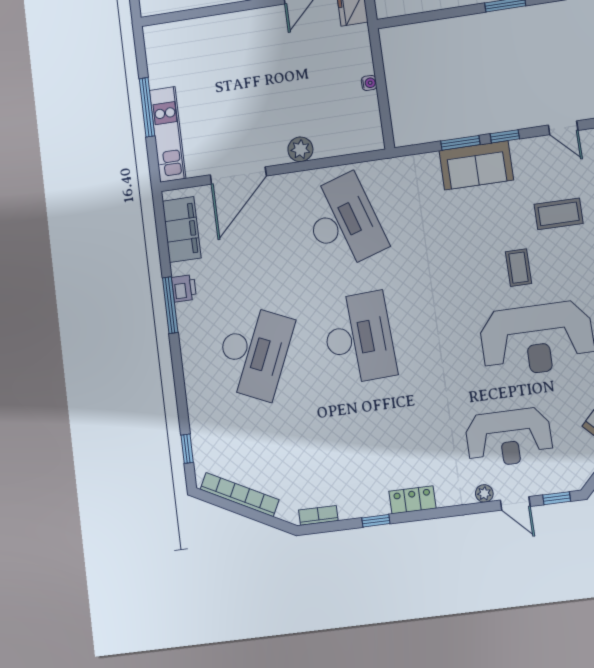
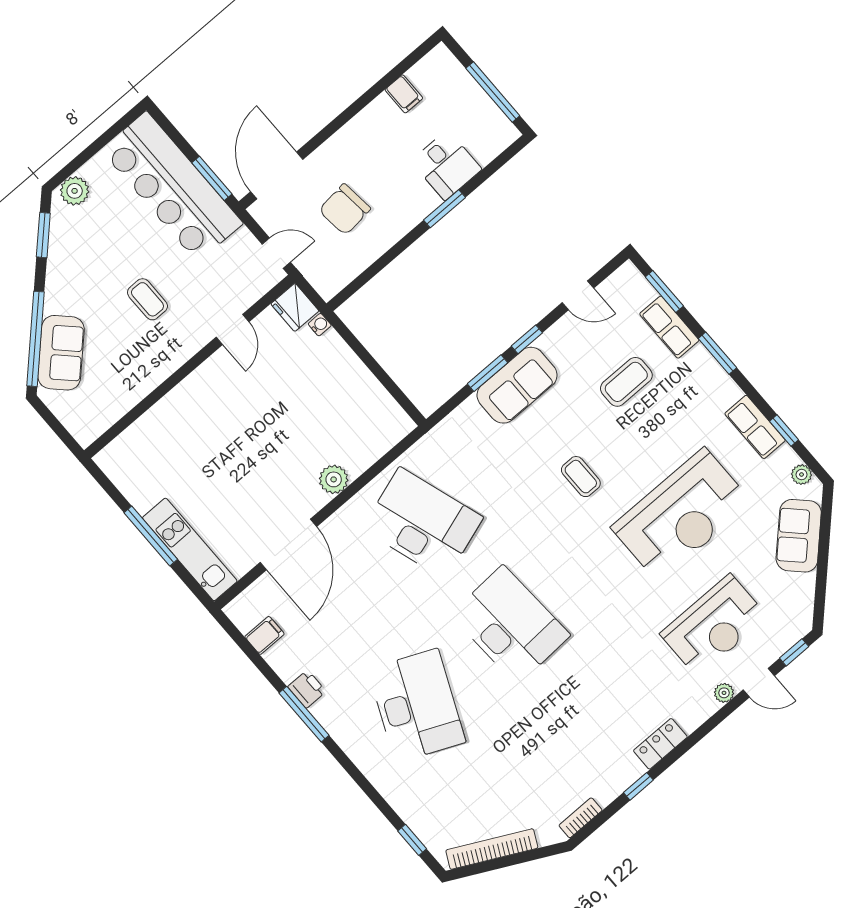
water cooler: (369, 83) -> (320, 325), moved
filing cabinet: (182, 230) -> (265, 635), width x0.33, depth x0.86
coffee table: (518, 268) -> (581, 477), moved

